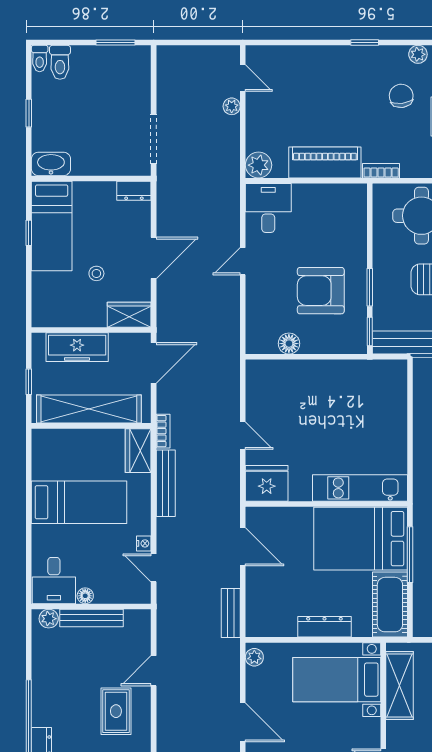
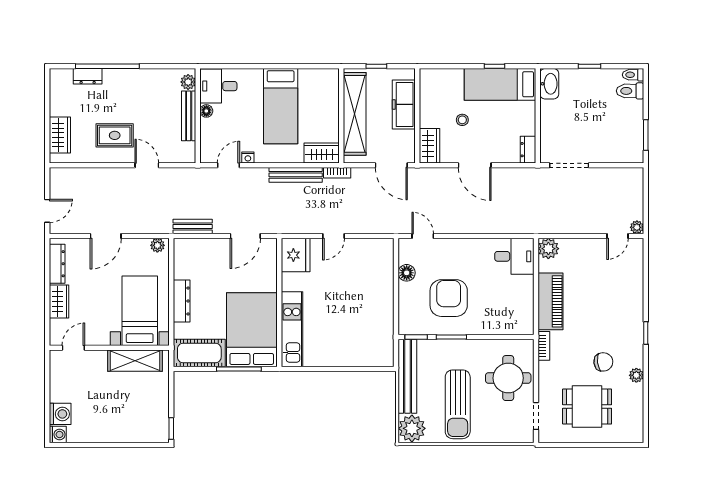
plant: (232, 106) -> (637, 227), moved
door: (243, 261) -> (423, 236), moved

